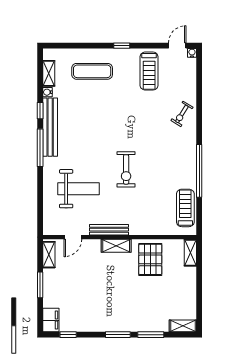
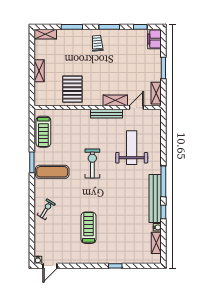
window: (122, 46) -> (115, 266), moved
exercise mat: (92, 71) -> (52, 172), moved
treadmill: (149, 71) -> (89, 228), moved
window: (199, 171) -> (32, 162), width x0.47
weight bench: (79, 189) -> (132, 148), turned 90
shelving: (116, 246) -> (115, 100), moved
shelving: (190, 253) -> (39, 71), moved
trolley: (120, 315) -> (97, 43), added
window: (118, 335) -> (109, 27), moved

